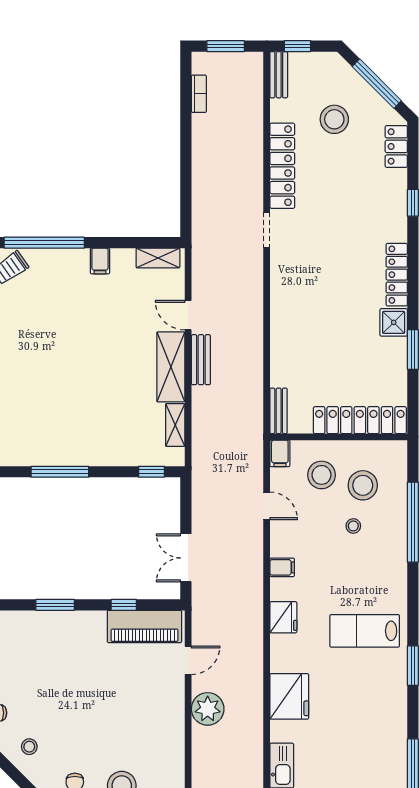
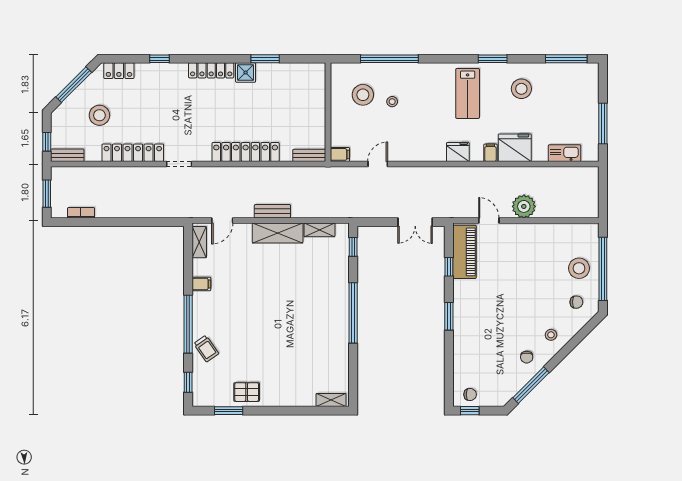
door: (188, 315) -> (222, 221), moved
locker: (360, 420) -> (246, 152), moved, turned 90
window: (60, 472) -> (353, 313), width x1.46
stool: (321, 475) -> (521, 89), moved
filing cabinet: (282, 567) -> (490, 153), moved

